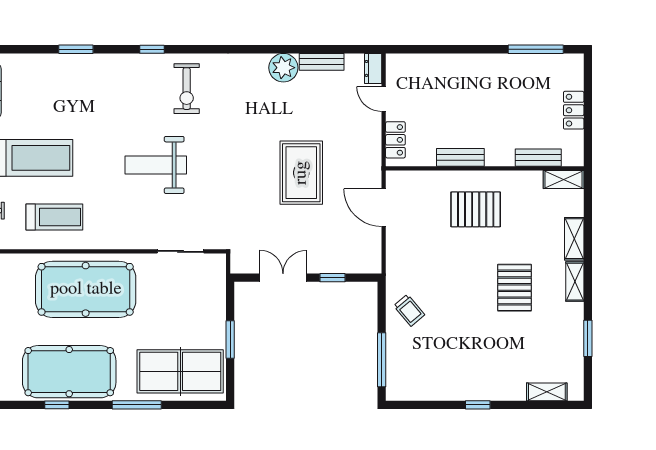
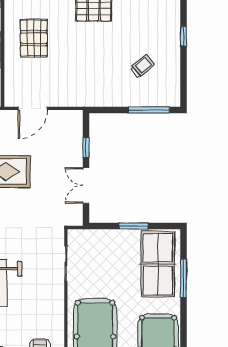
trolley: (409, 310) -> (142, 66), moved
window: (137, 405) -> (183, 278), moved

